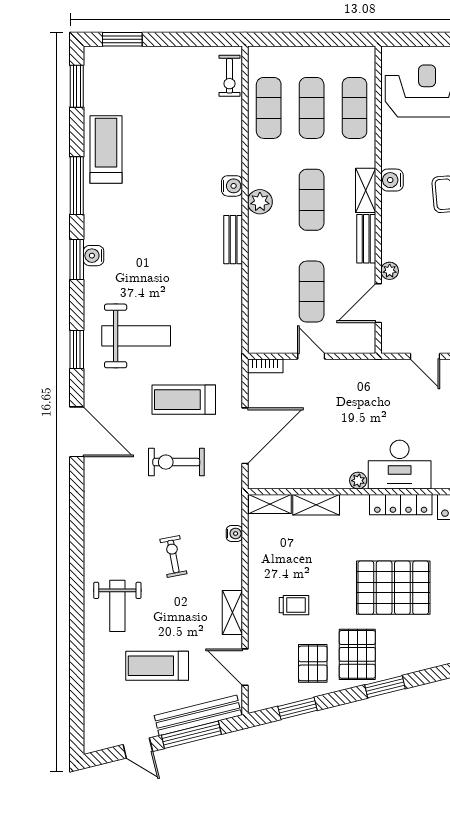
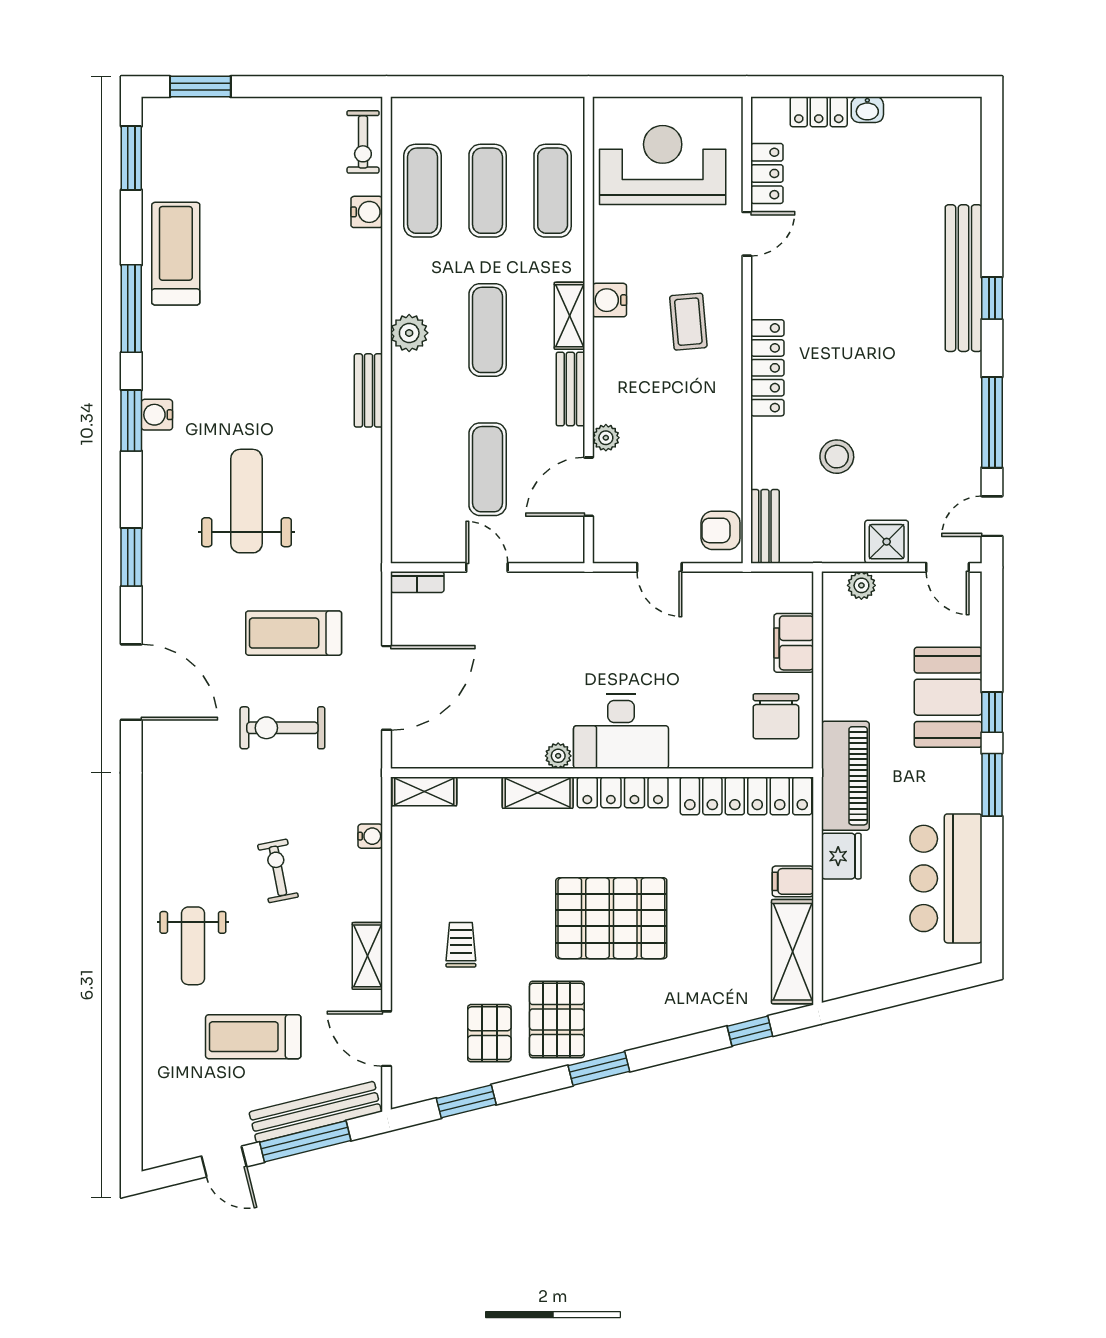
water cooler: (232, 186) -> (367, 212), moved
weight bench: (136, 336) -> (246, 501), moved, turned -90
shelving: (316, 505) -> (538, 793), moved
trolley: (294, 605) -> (461, 945), turned -90

